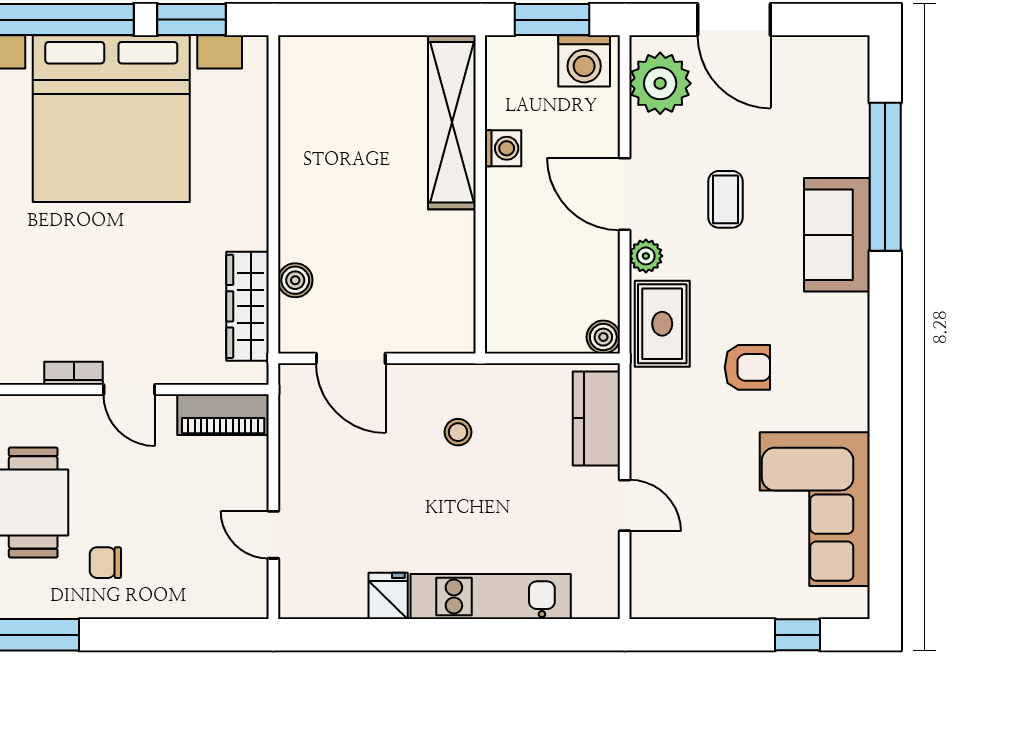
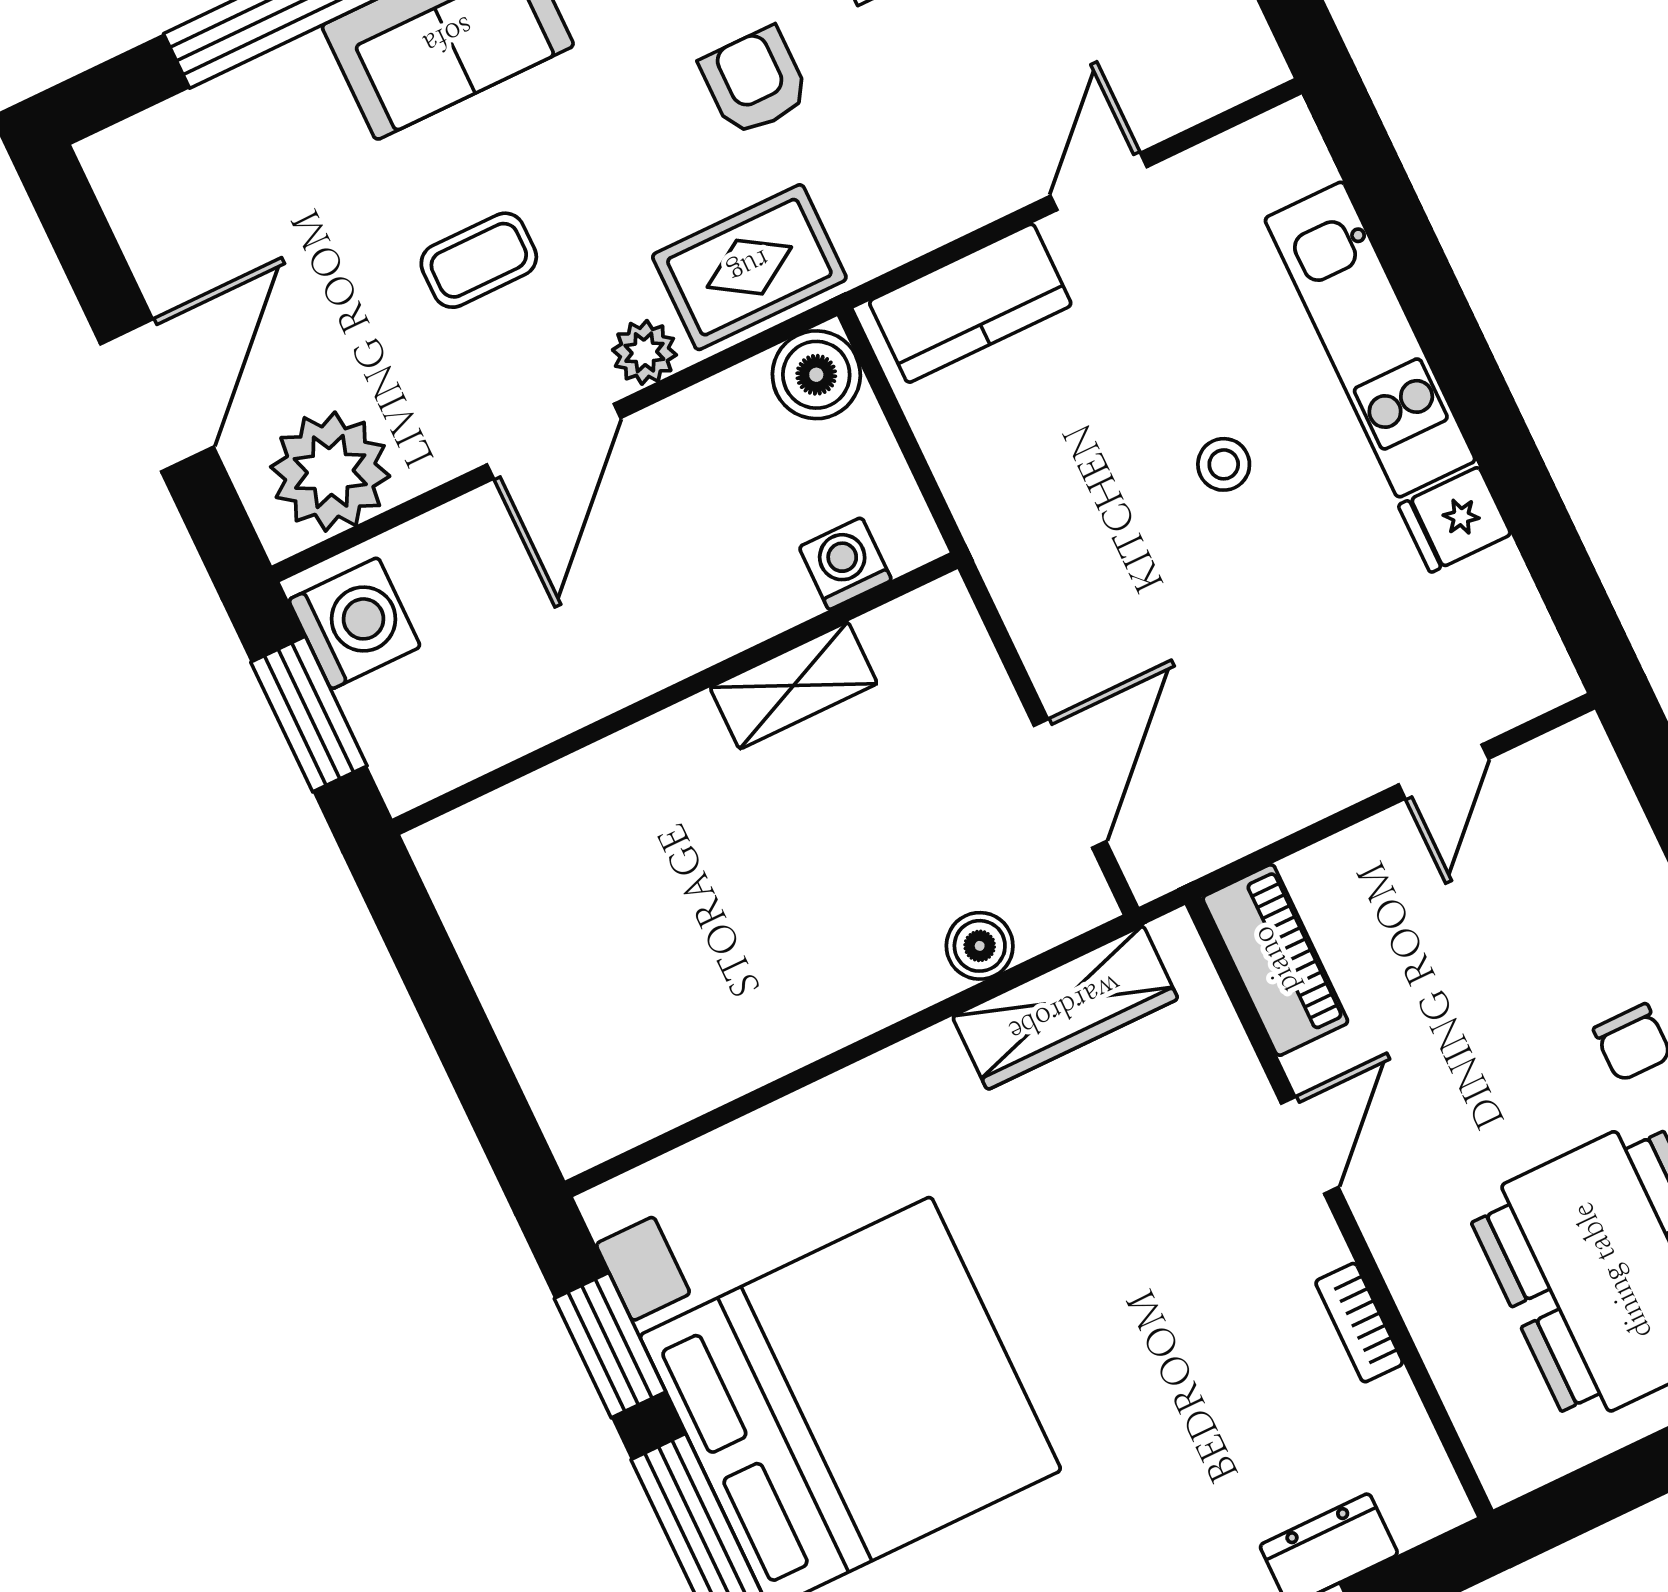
shelving: (452, 122) -> (794, 685), moved, width x0.45, depth x0.75
washing machine: (503, 148) -> (845, 564), moved
boiler: (603, 337) -> (816, 375), width x1.36, depth x1.36
bookcase: (74, 373) -> (1359, 1323), moved
stool: (458, 432) -> (1224, 464), moved

